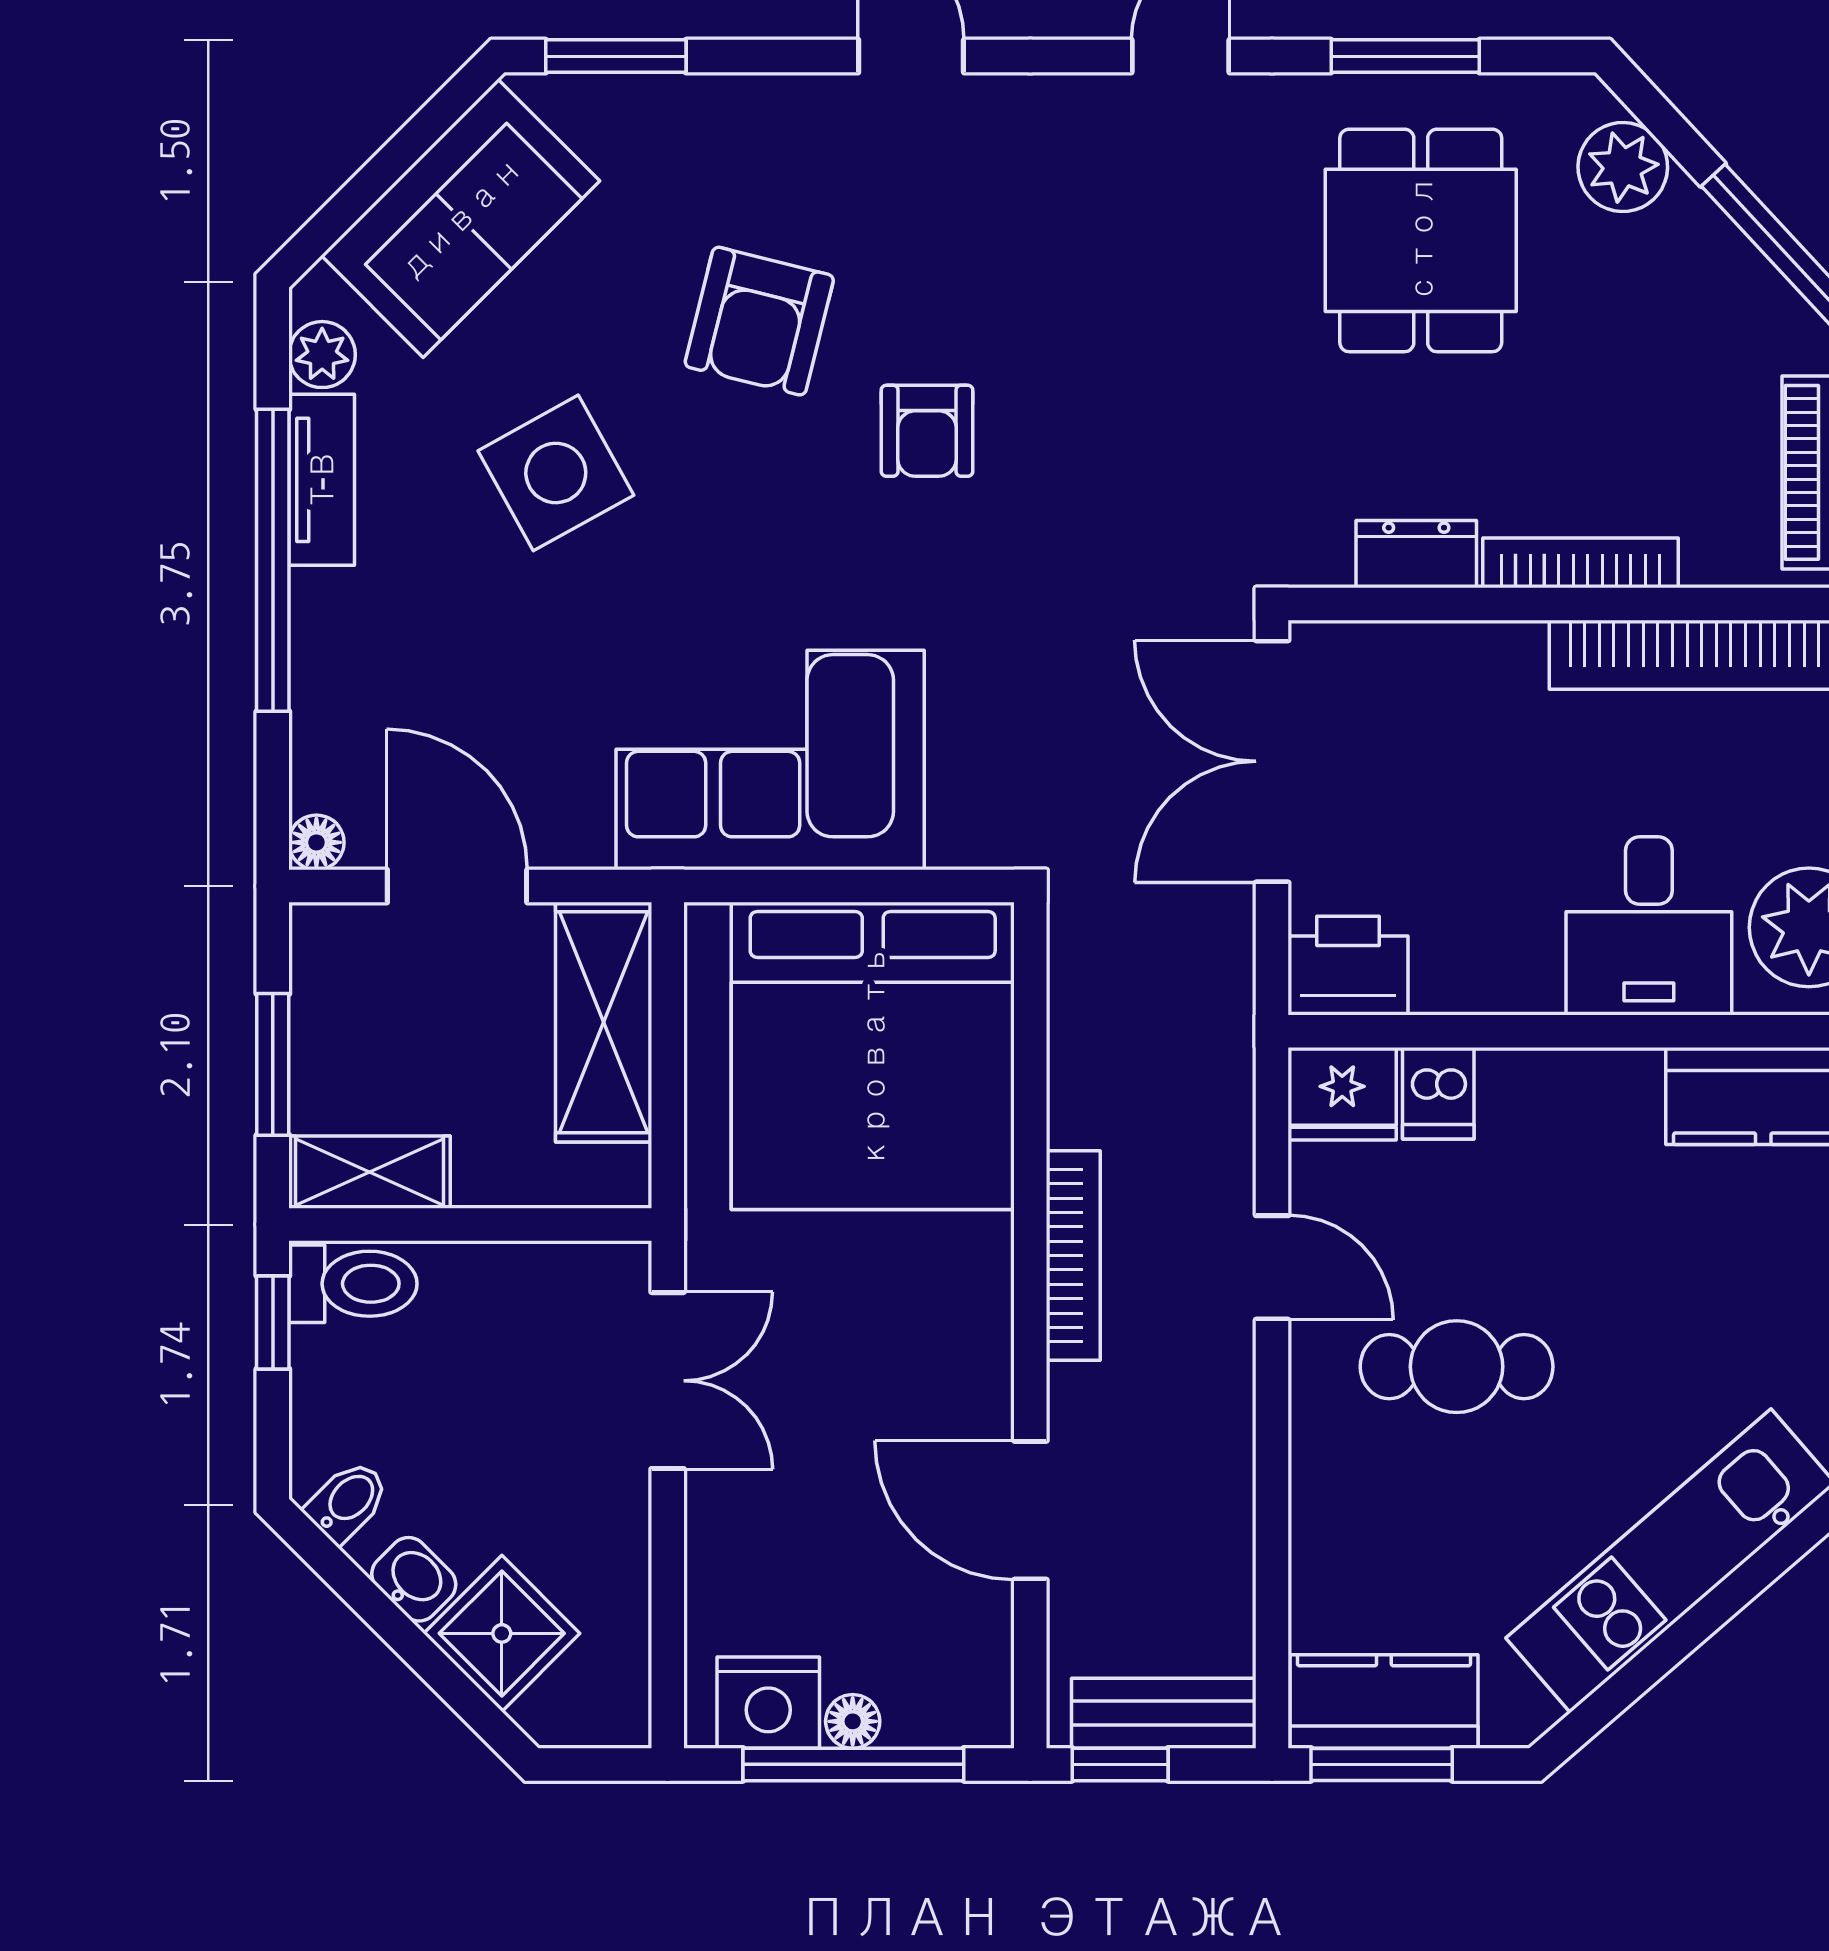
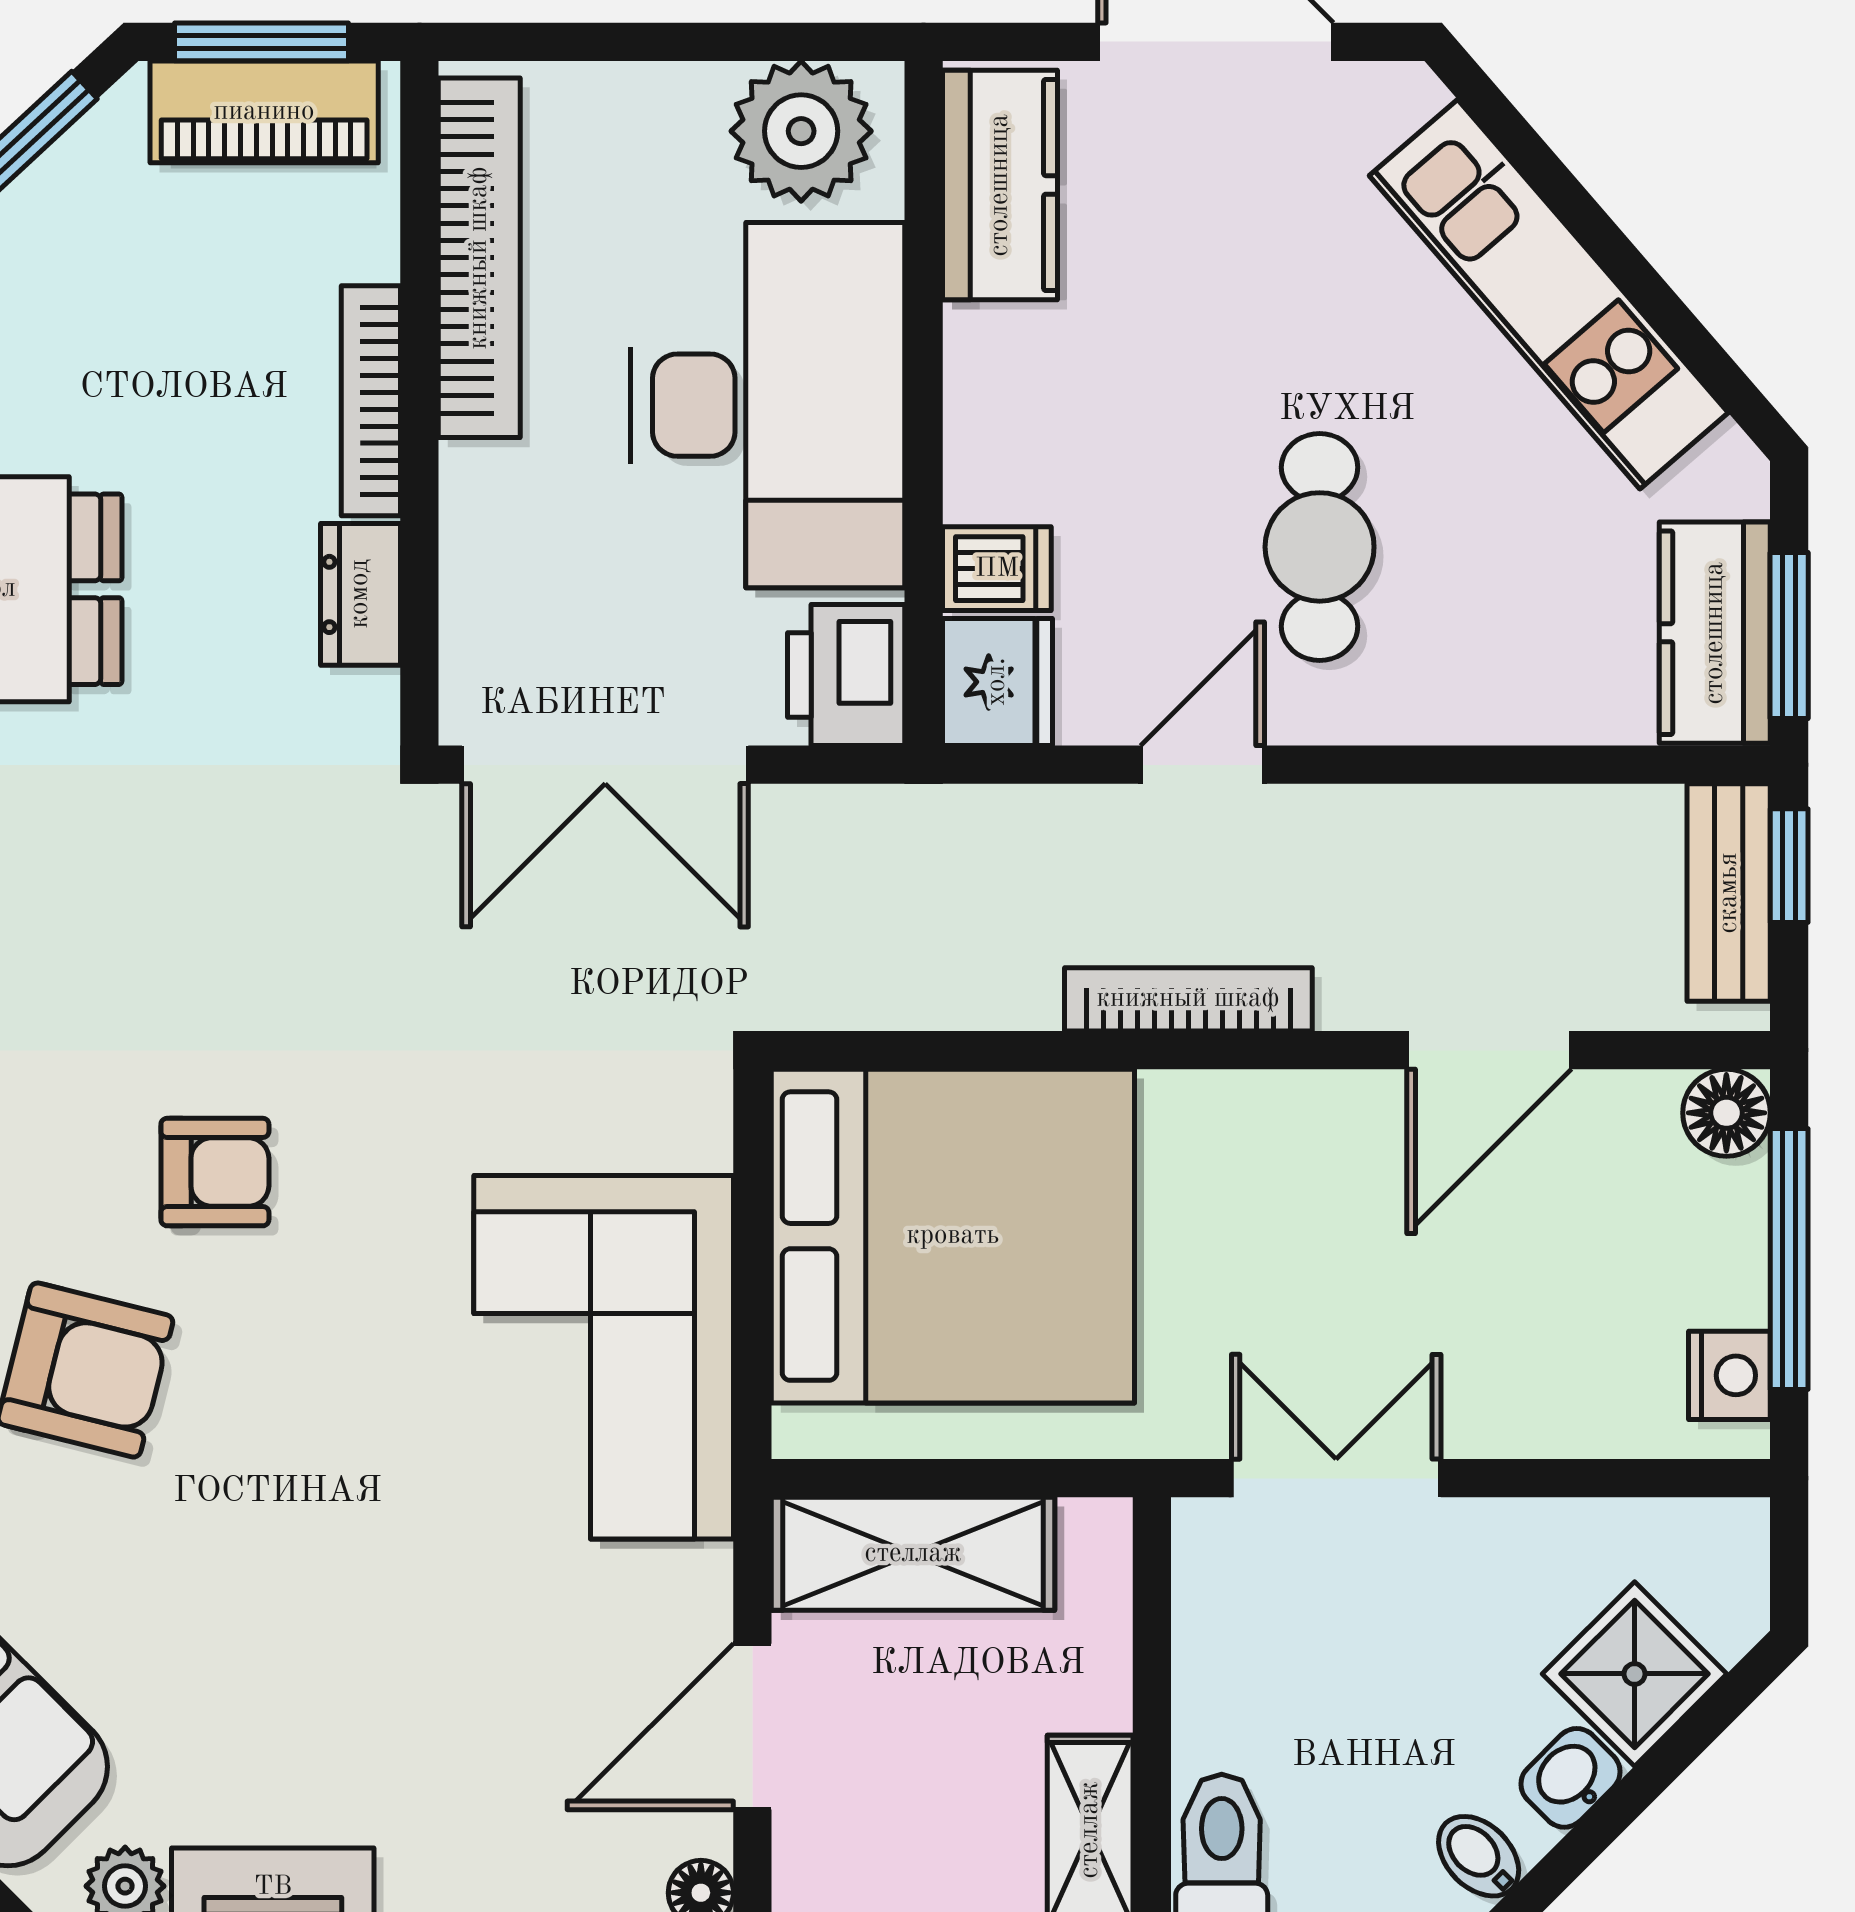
side table: (556, 473) -> (265, 1610), removed
desk: (1649, 926) -> (768, 405), width x1.87, depth x1.30
nightstand: (768, 1703) -> (1729, 1375), width x0.74, depth x0.75
floor lamp: (853, 1721) -> (1726, 1113), moved, width x1.37, depth x1.37
window: (1120, 1764) -> (1789, 866), moved

